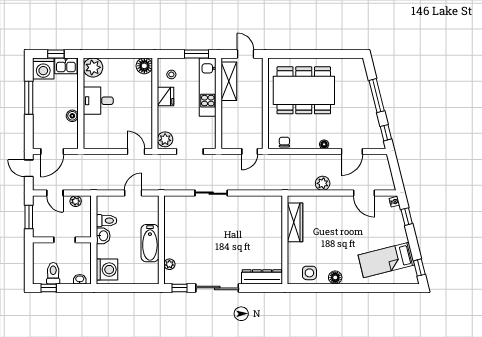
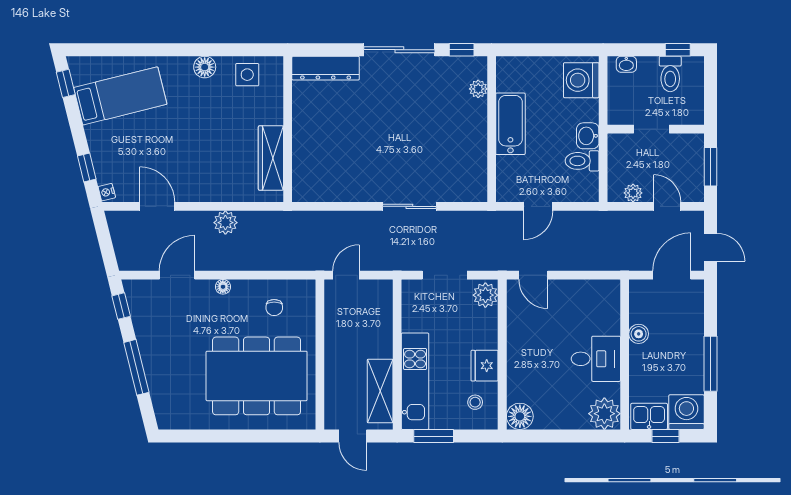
chair: (284, 142) -> (274, 307), moved

